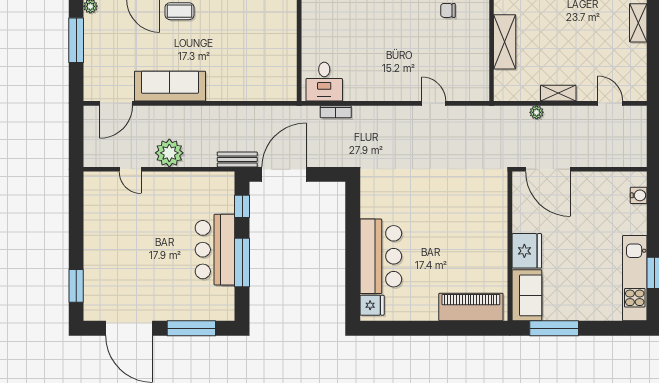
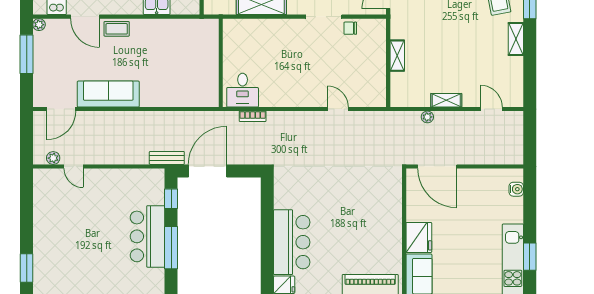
shelving: (505, 42) -> (397, 56), width x0.67, depth x0.75
plant: (169, 153) -> (53, 158), moved, width x0.53, depth x0.53

